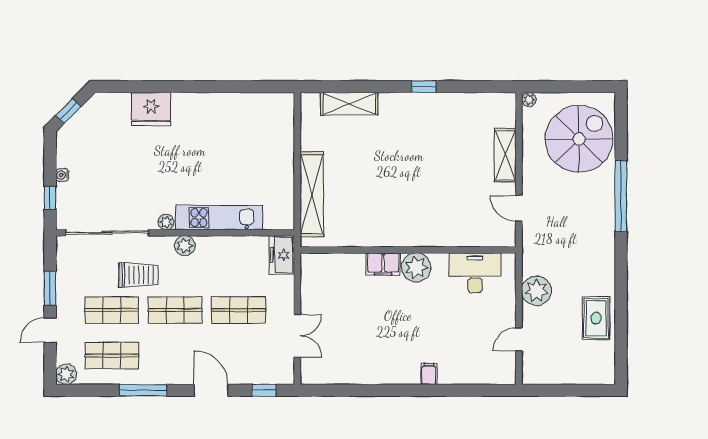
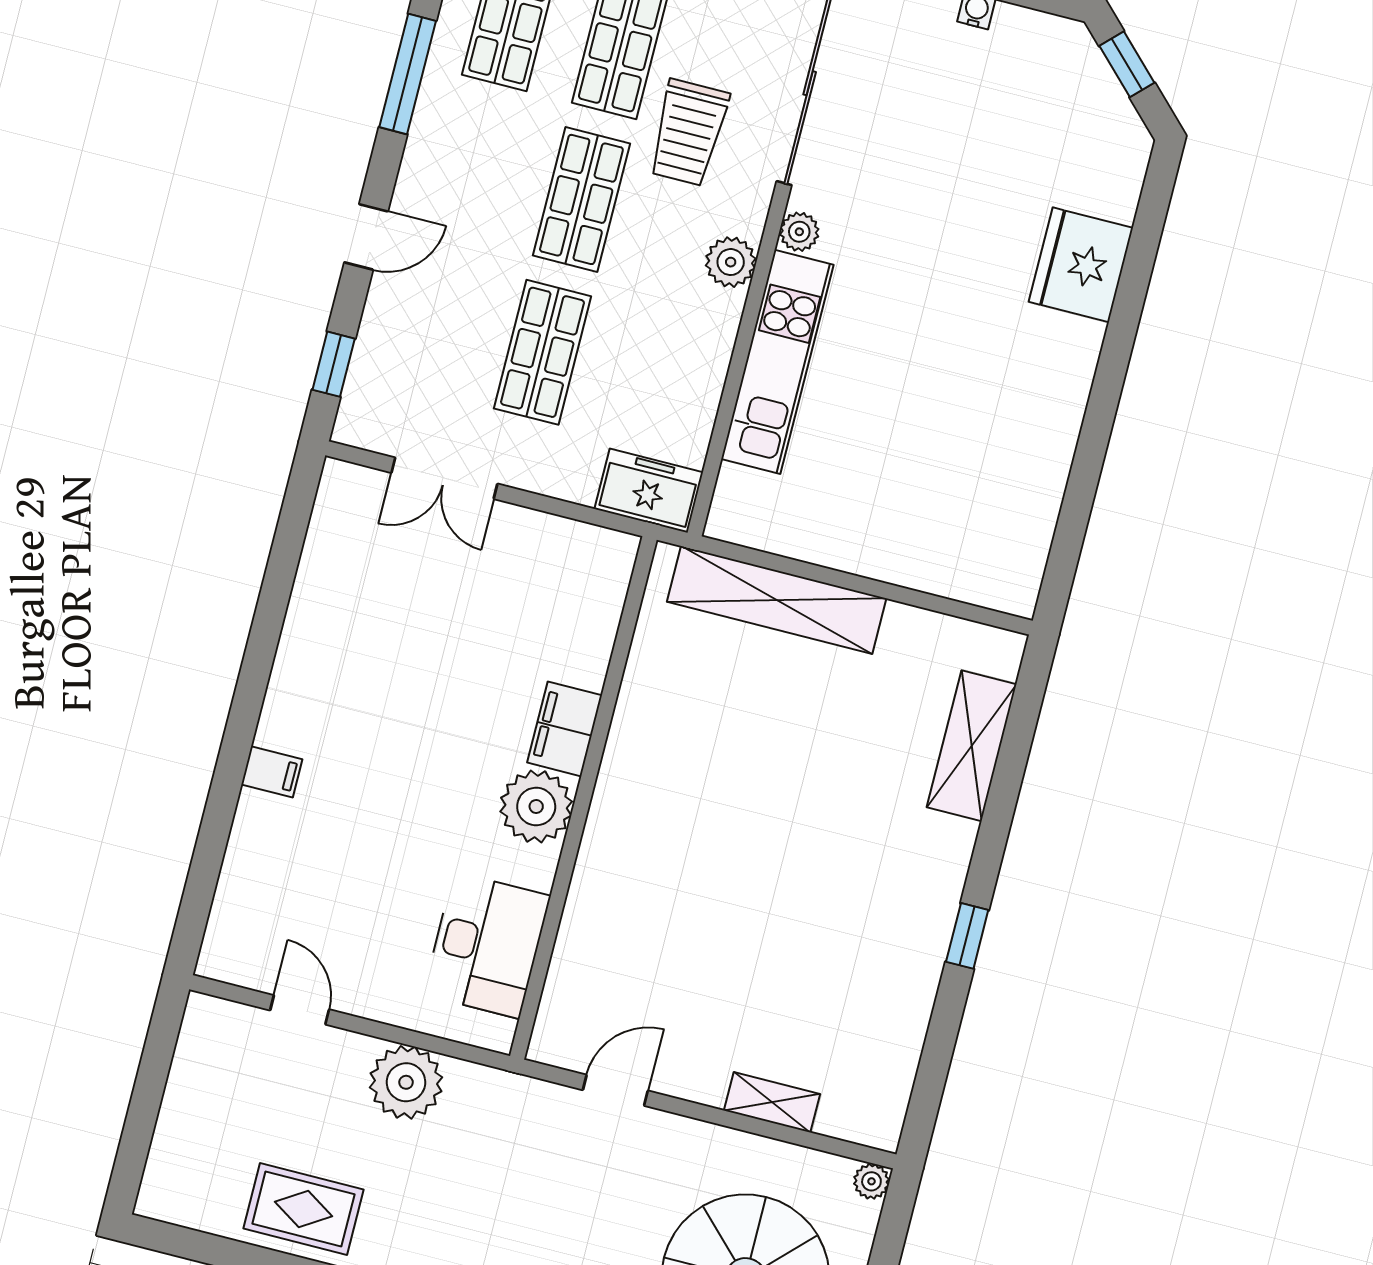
shelving: (505, 155) -> (772, 1102), width x0.67, depth x0.75
door: (211, 390) -> (366, 237), width x0.73

